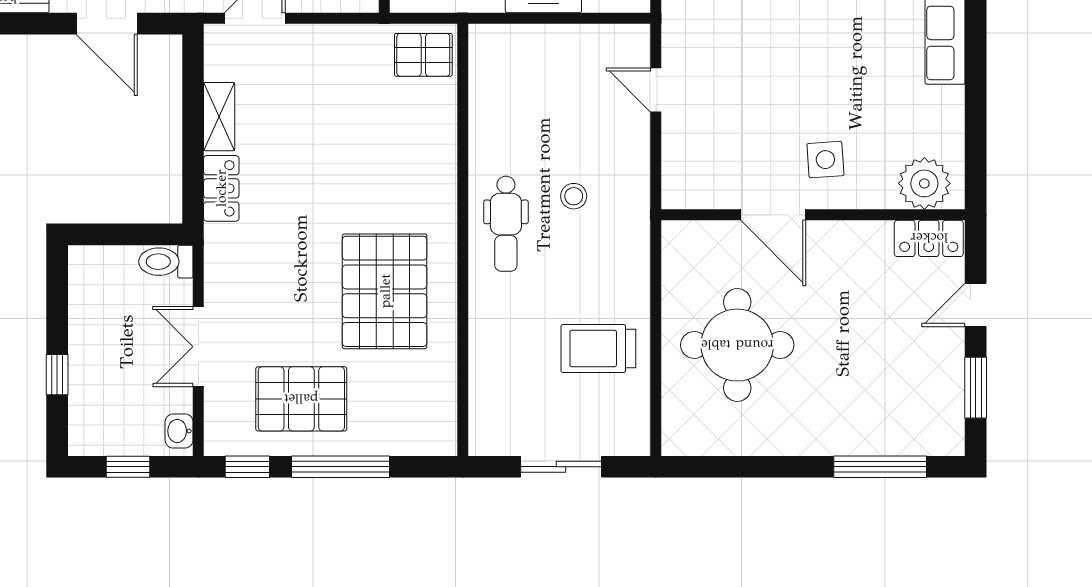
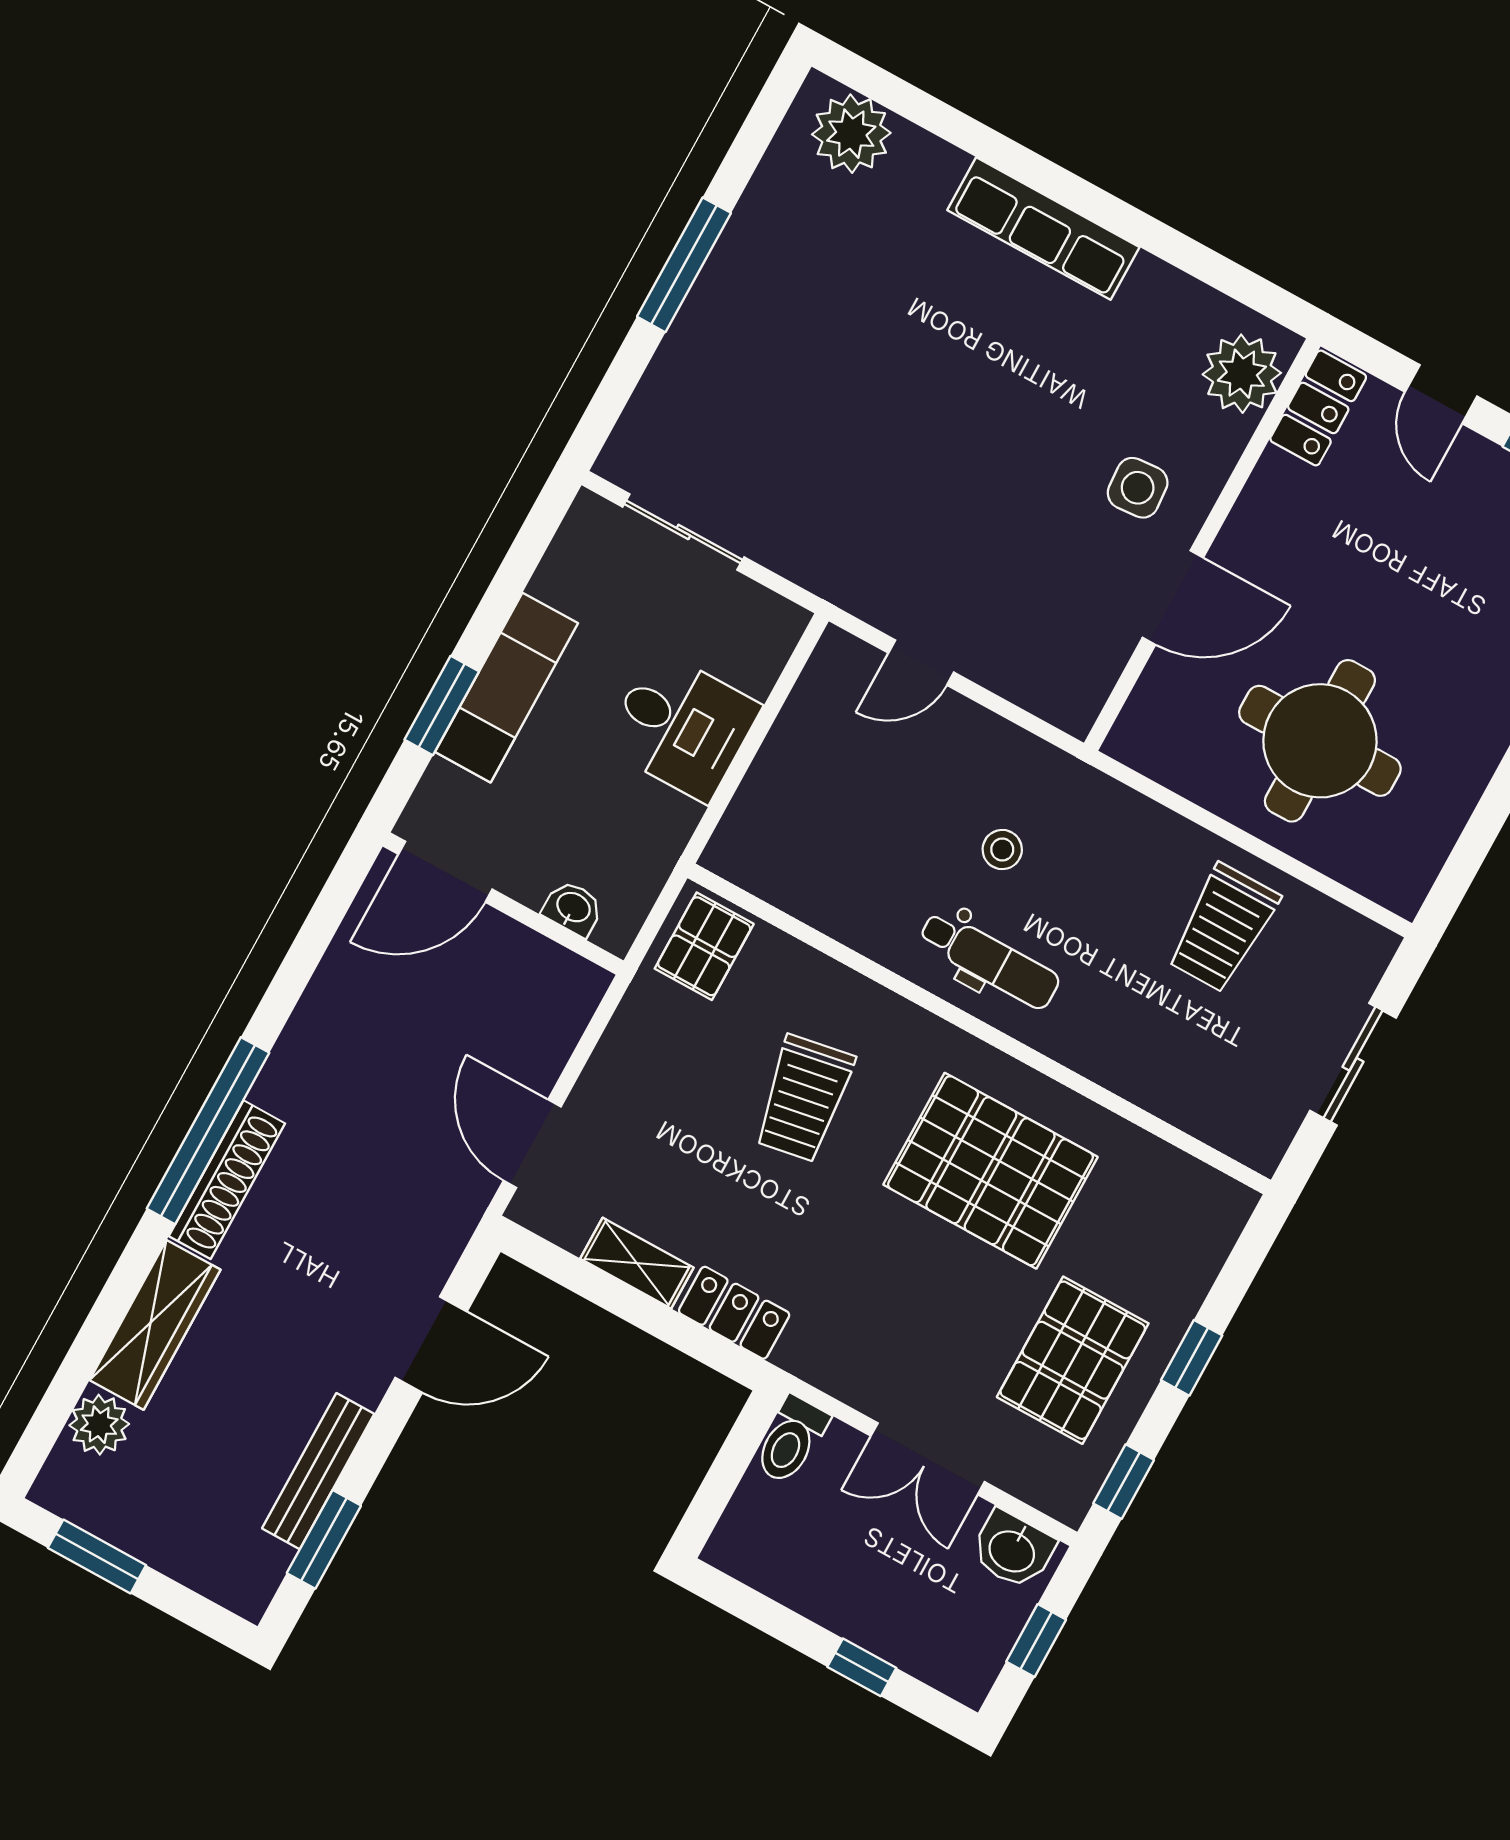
trolley: (367, 161) -> (804, 1098), added
washbasin: (179, 431) -> (1013, 1550), width x1.38, depth x1.45
window: (340, 467) -> (1192, 1358), width x0.46

